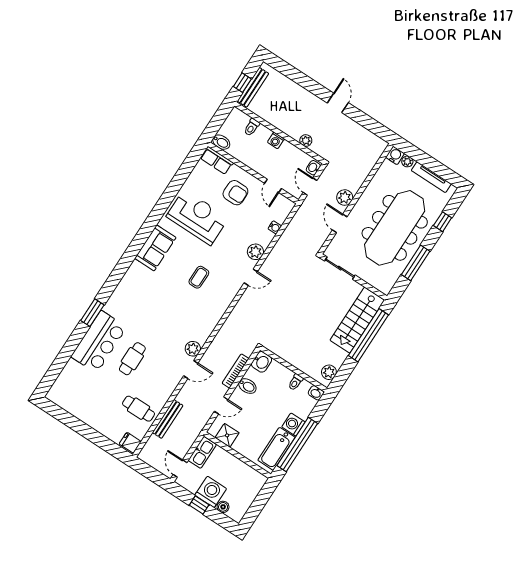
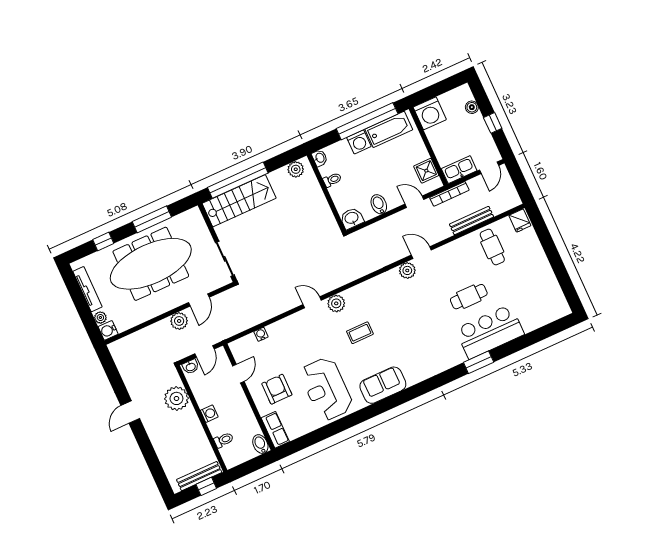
plant: (306, 141) -> (176, 398), width x1.87, depth x1.87
plant: (255, 252) -> (336, 303), moved
bookcase: (236, 371) -> (449, 194), moved
washing machine: (211, 492) -> (430, 113), moved, turned -90

